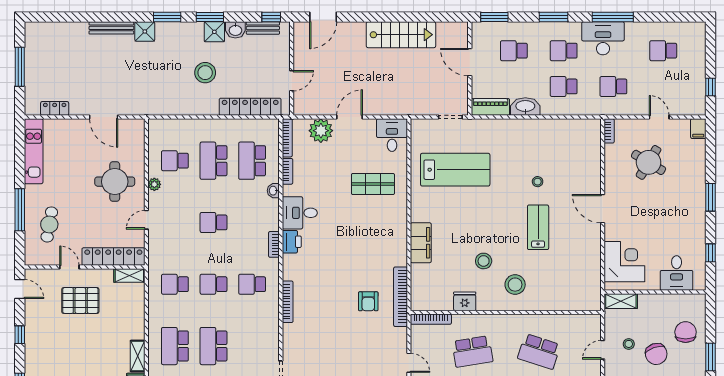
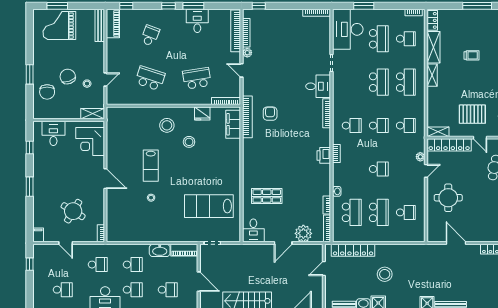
plant: (154, 184) -> (420, 157), moved
desk: (300, 213) -> (318, 86), moved
filing cabinet: (421, 243) -> (233, 124), moved

